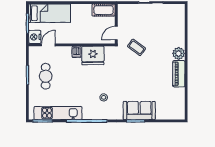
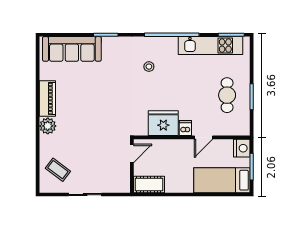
door: (48, 45) -> (204, 137), moved
coffee table: (136, 47) -> (58, 170), moved
sofa: (139, 110) -> (72, 49), moved, width x1.36

